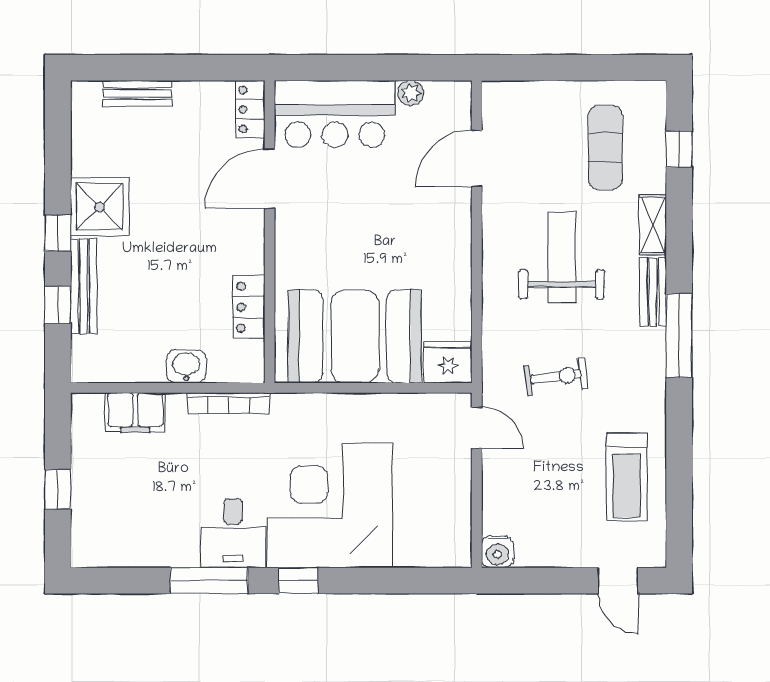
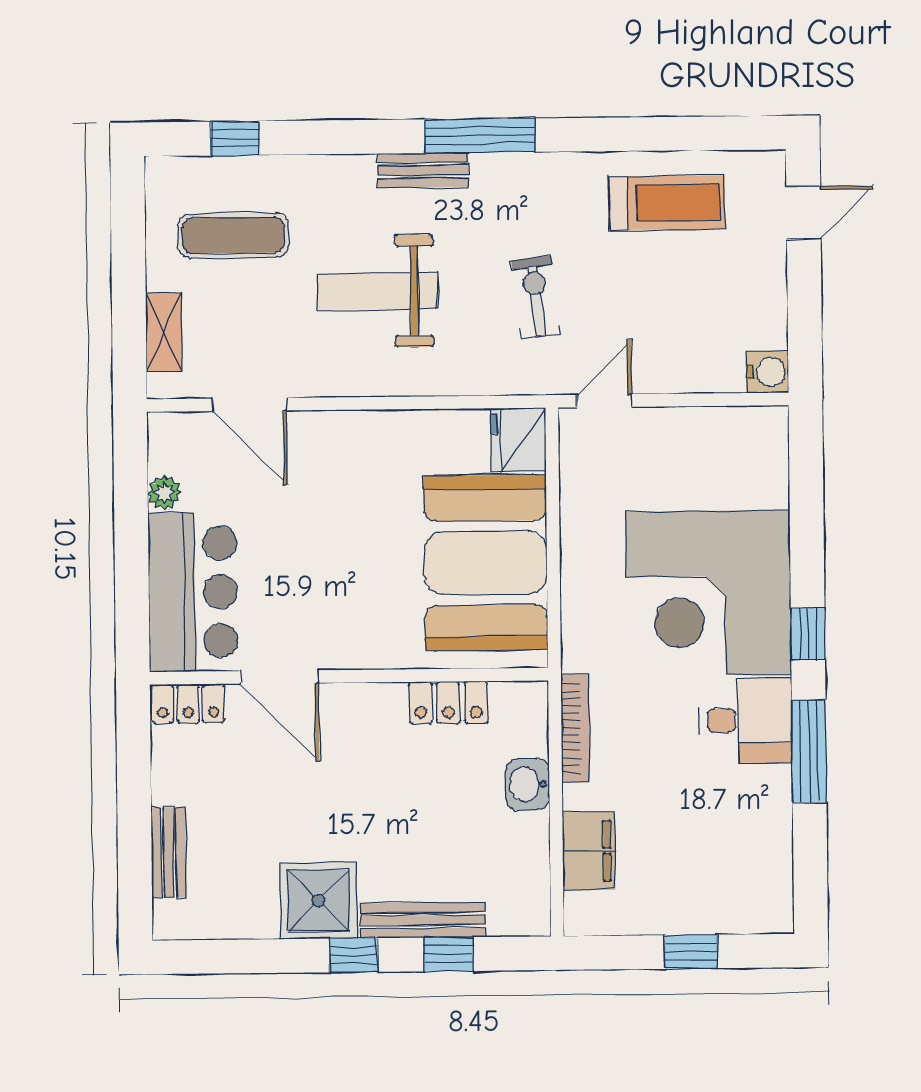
shelving: (653, 225) -> (164, 332), moved, turned 90

